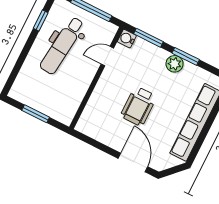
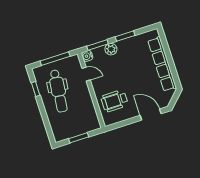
door: (107, 56) -> (86, 74), swing flipped
plant: (175, 64) -> (111, 49), moved
wheelchair: (138, 106) -> (114, 101), moved, turned 90

